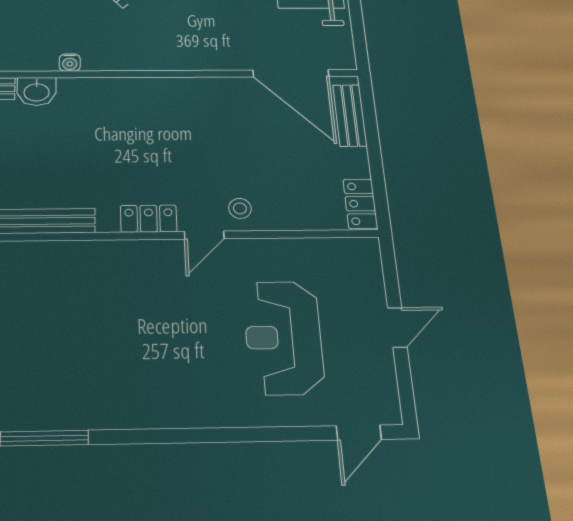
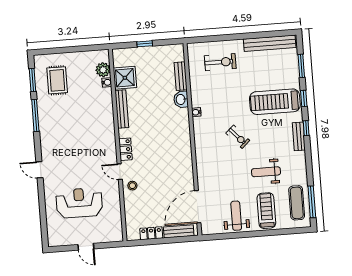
locker: (360, 204) -> (151, 233), moved
door: (359, 433) -> (39, 170), moved

